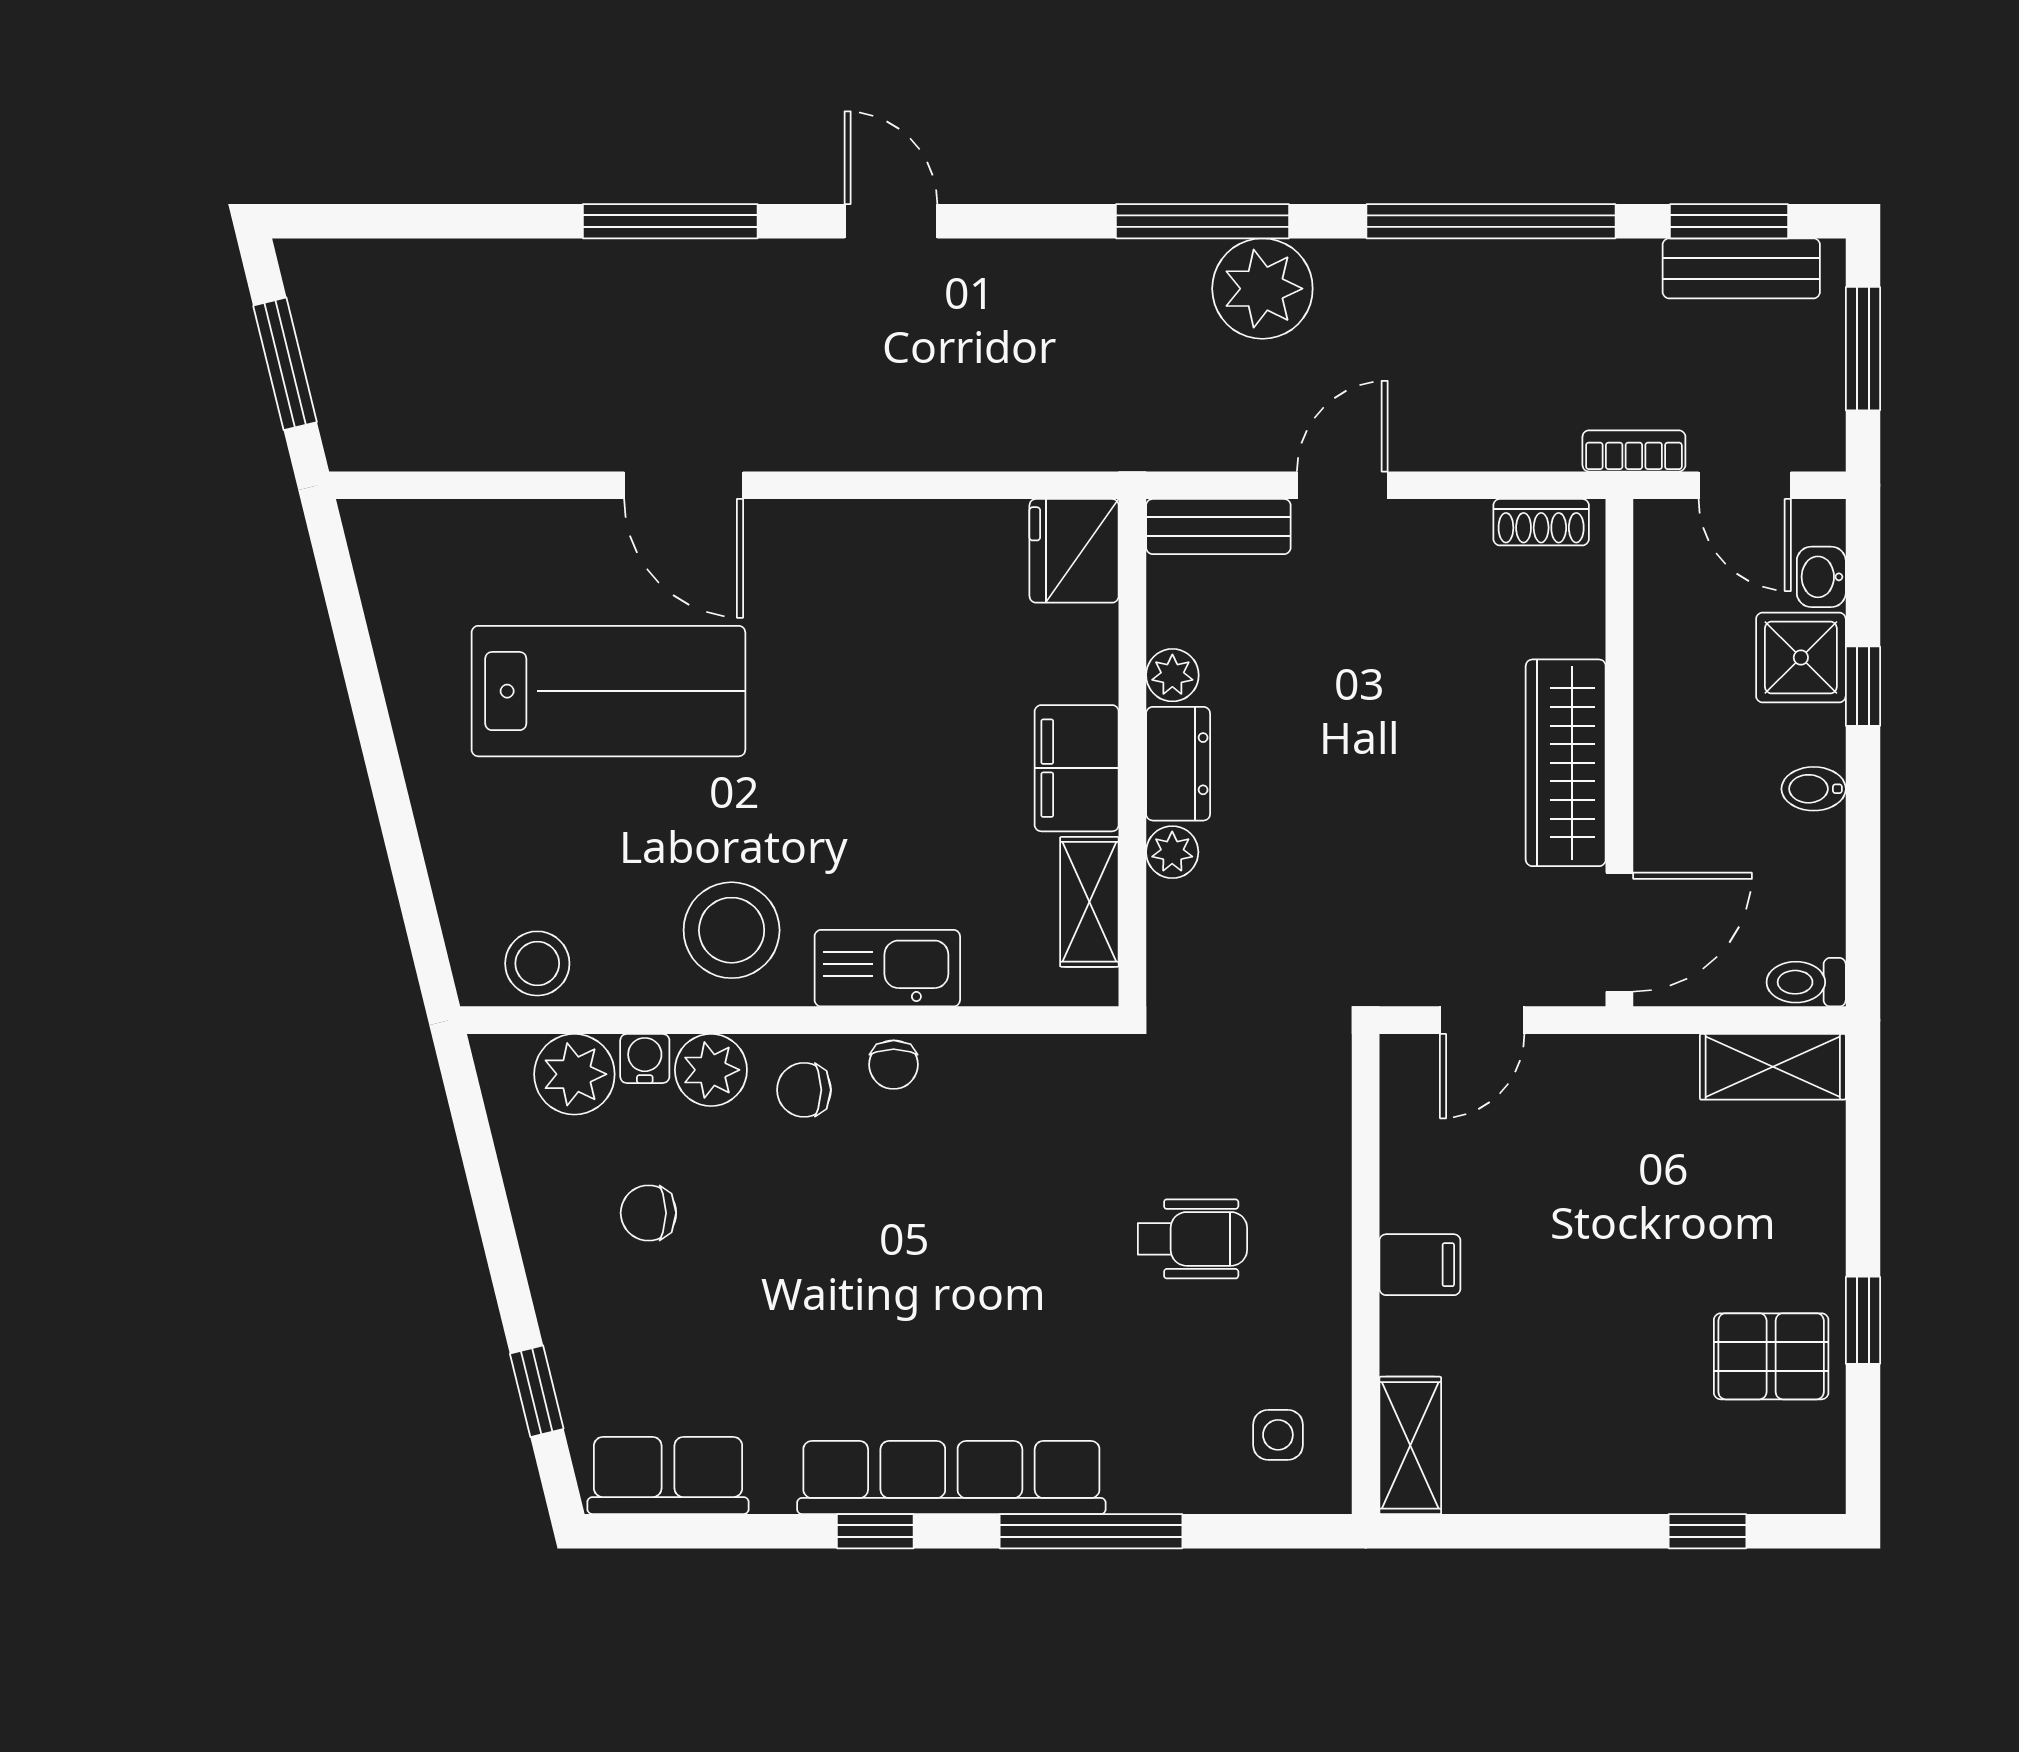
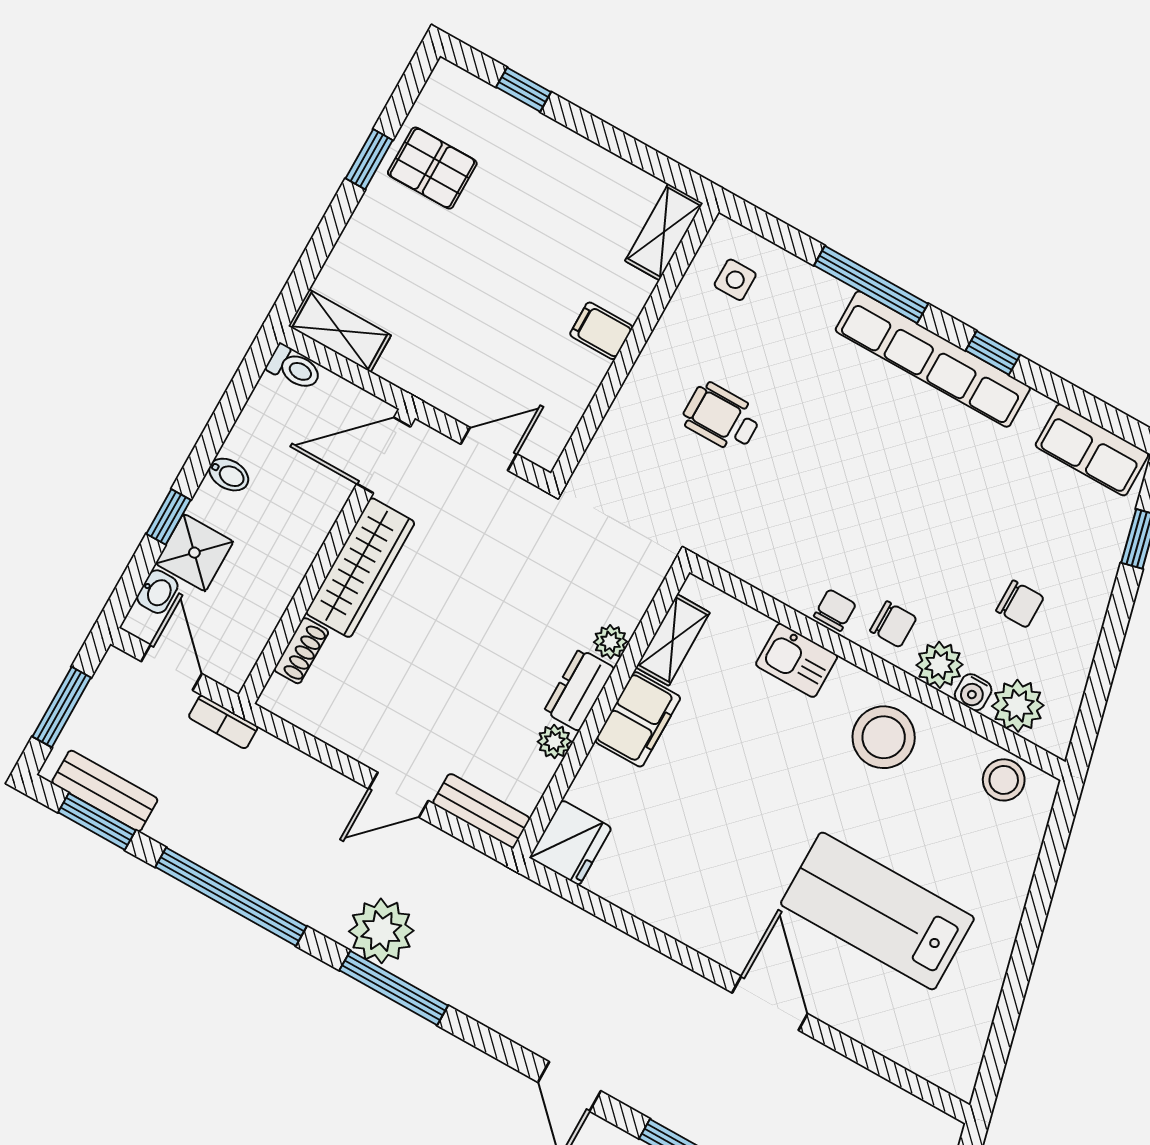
shoe rack: (1541, 522) -> (301, 651), moved, turned 90
kitchen sink: (887, 968) -> (797, 660), width x0.73

